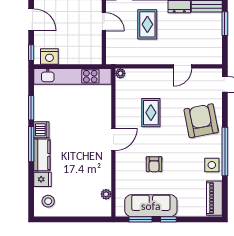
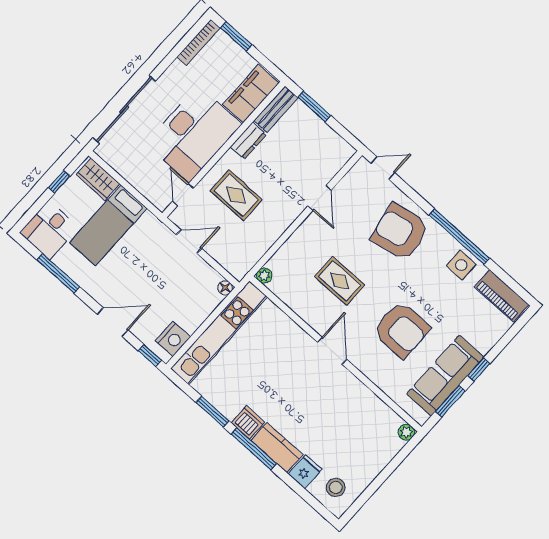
floor lamp: (97, 60) -> (225, 288), added
armchair: (154, 164) -> (401, 330), width x1.88, depth x1.88
plant: (106, 194) -> (406, 432), moved

